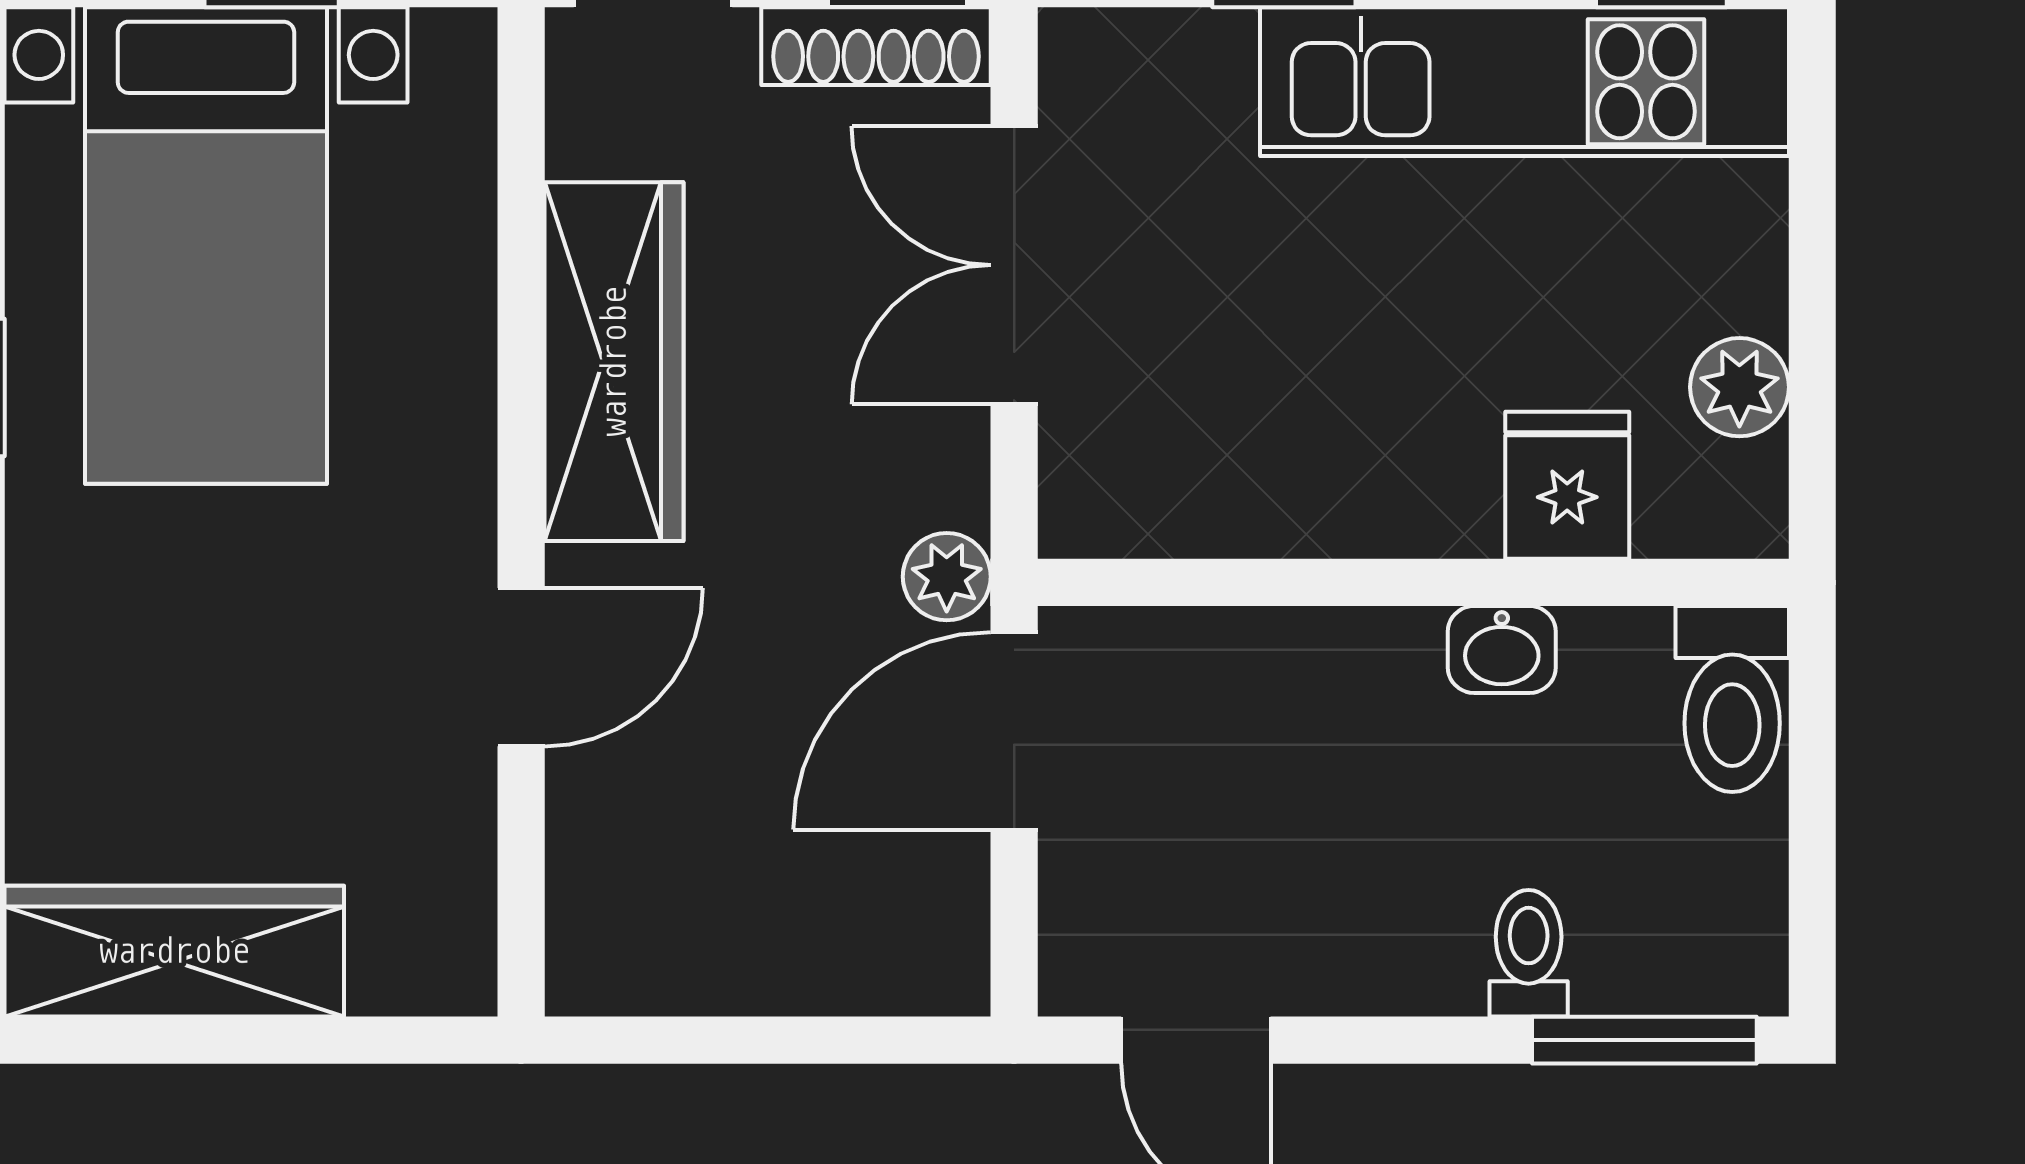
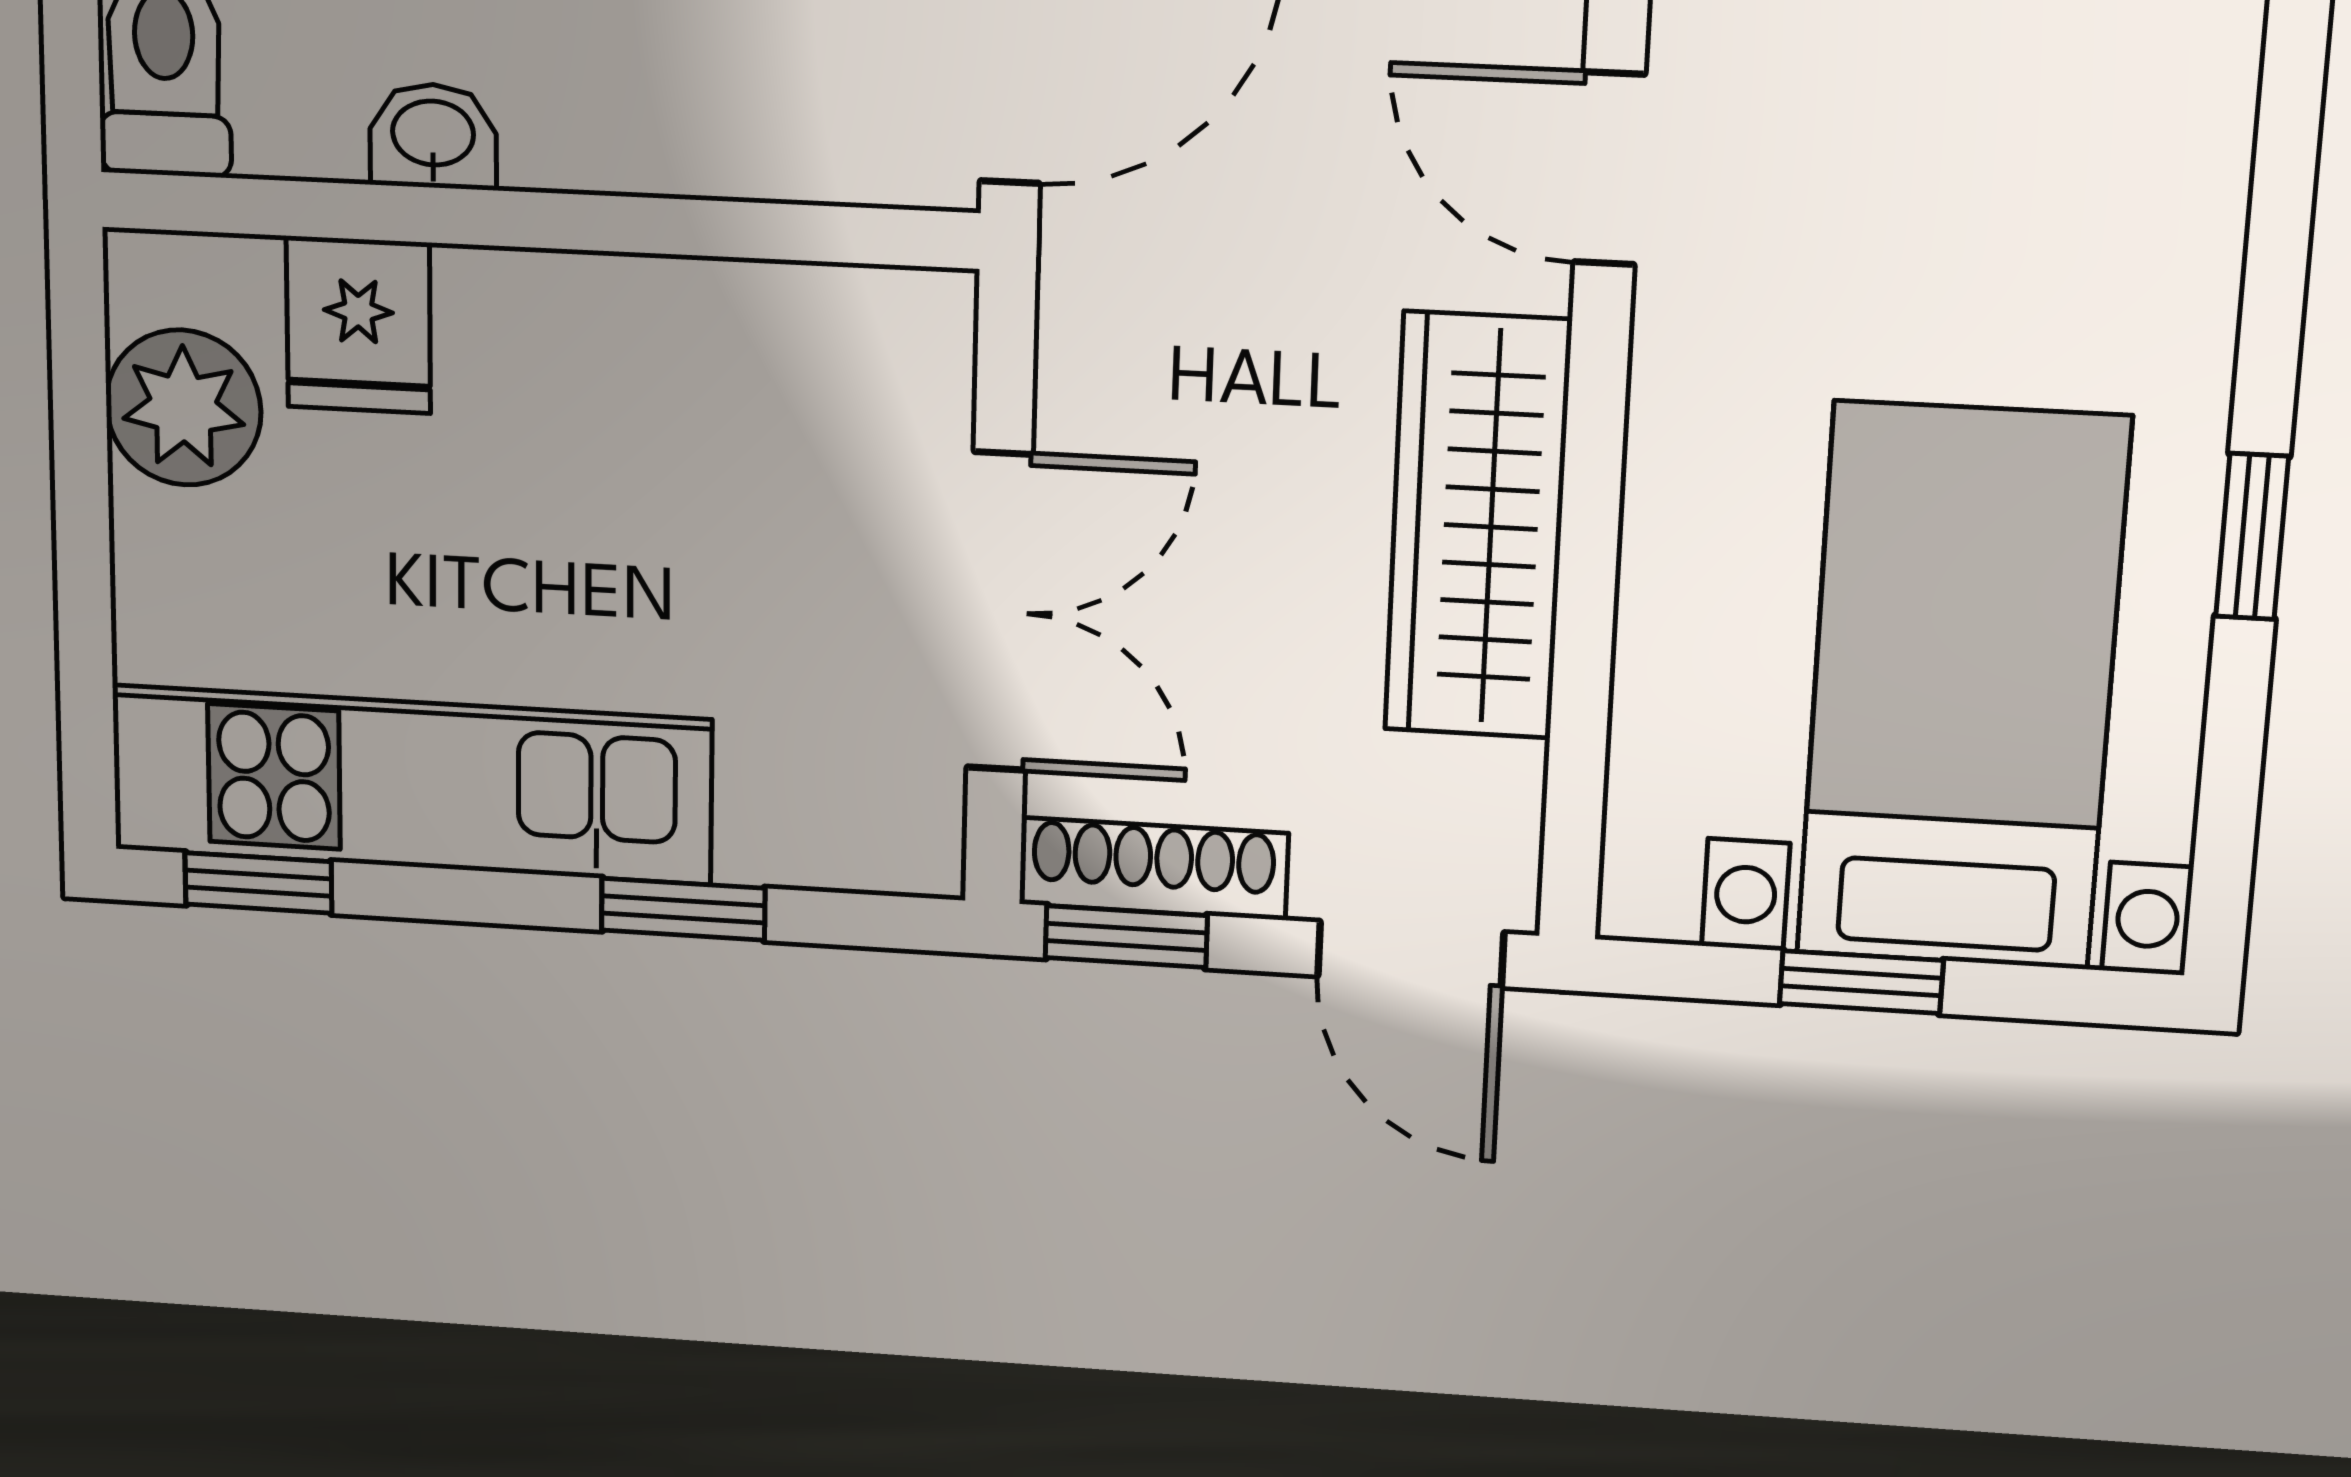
plant: (1739, 387) -> (183, 408), width x1.38, depth x1.38
plant: (947, 577) -> (1088, 253), removed
door: (521, 667) -> (1609, 169), hinge flipped

